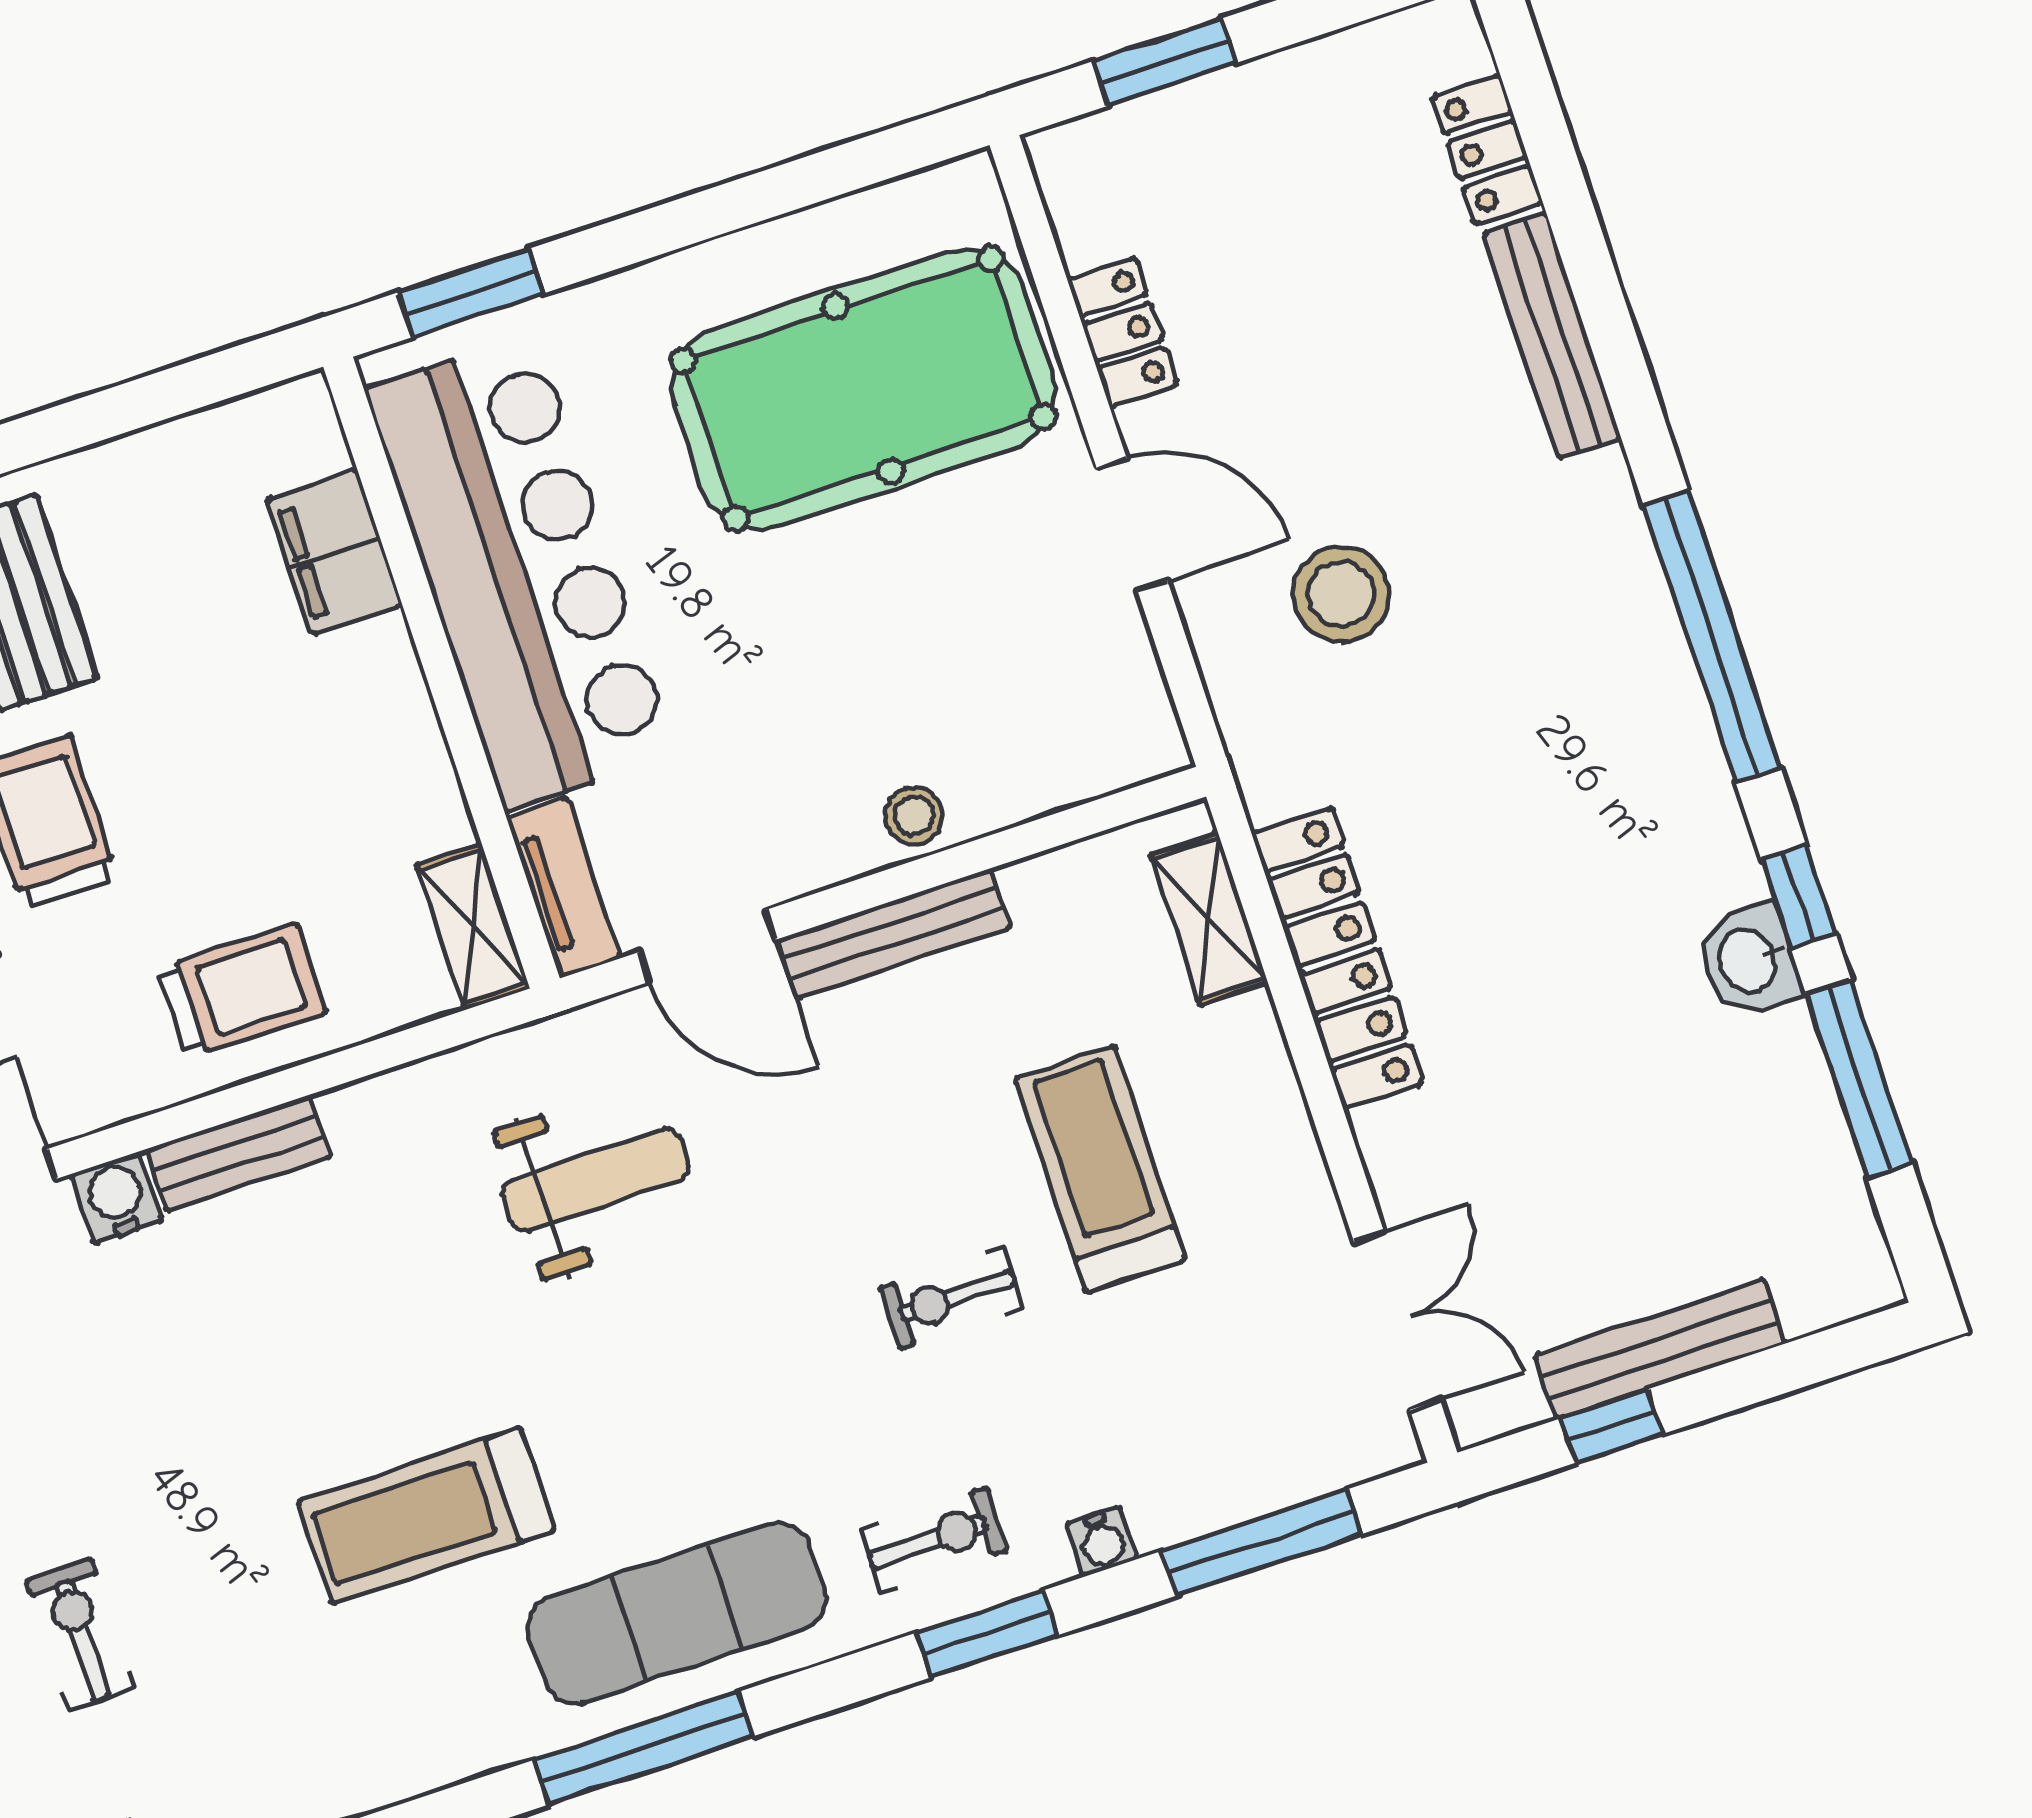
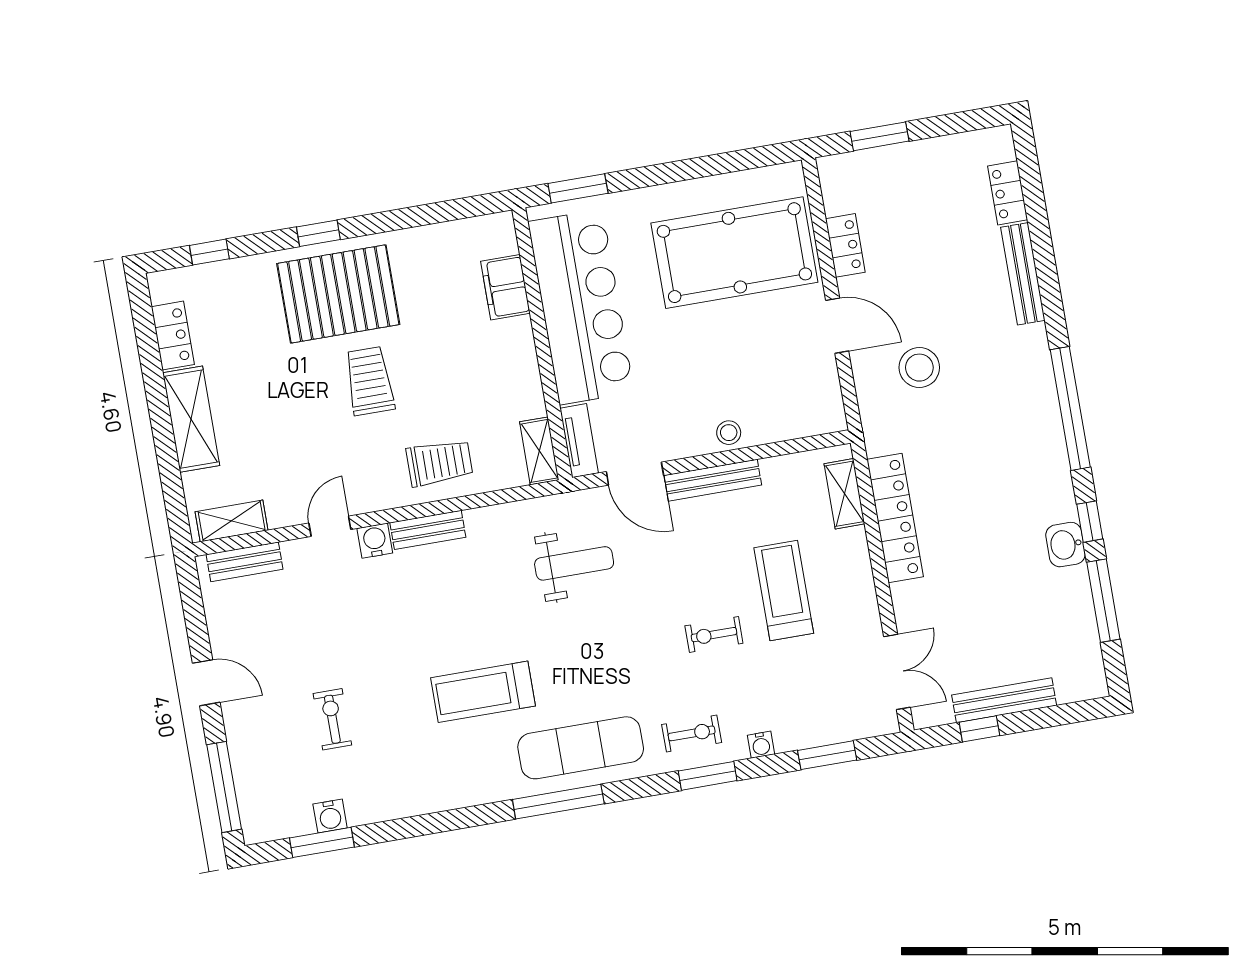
window: (1262, 1542) -> (827, 755), width x0.69

